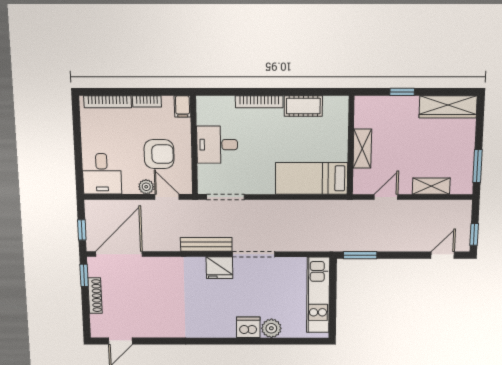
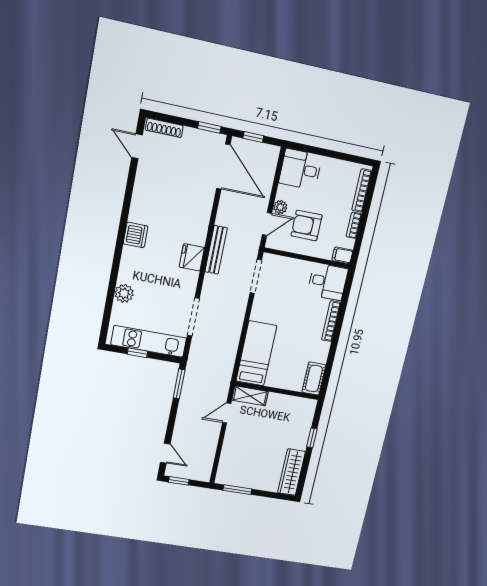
cot: (303, 106) -> (314, 379), moved
desk: (217, 145) -> (328, 282), moved, turned 90
shelving: (362, 149) -> (250, 396), moved
armchair: (159, 154) -> (307, 225), turned 90
shelving: (431, 186) -> (228, 451), removed
door: (386, 197) -> (227, 413), swing flipped
doorway: (254, 254) -> (193, 317), moved
shoe rack: (95, 296) -> (164, 128), moved
window: (333, 304) -> (137, 353), added
dishwasher: (248, 327) -> (136, 235), moved

